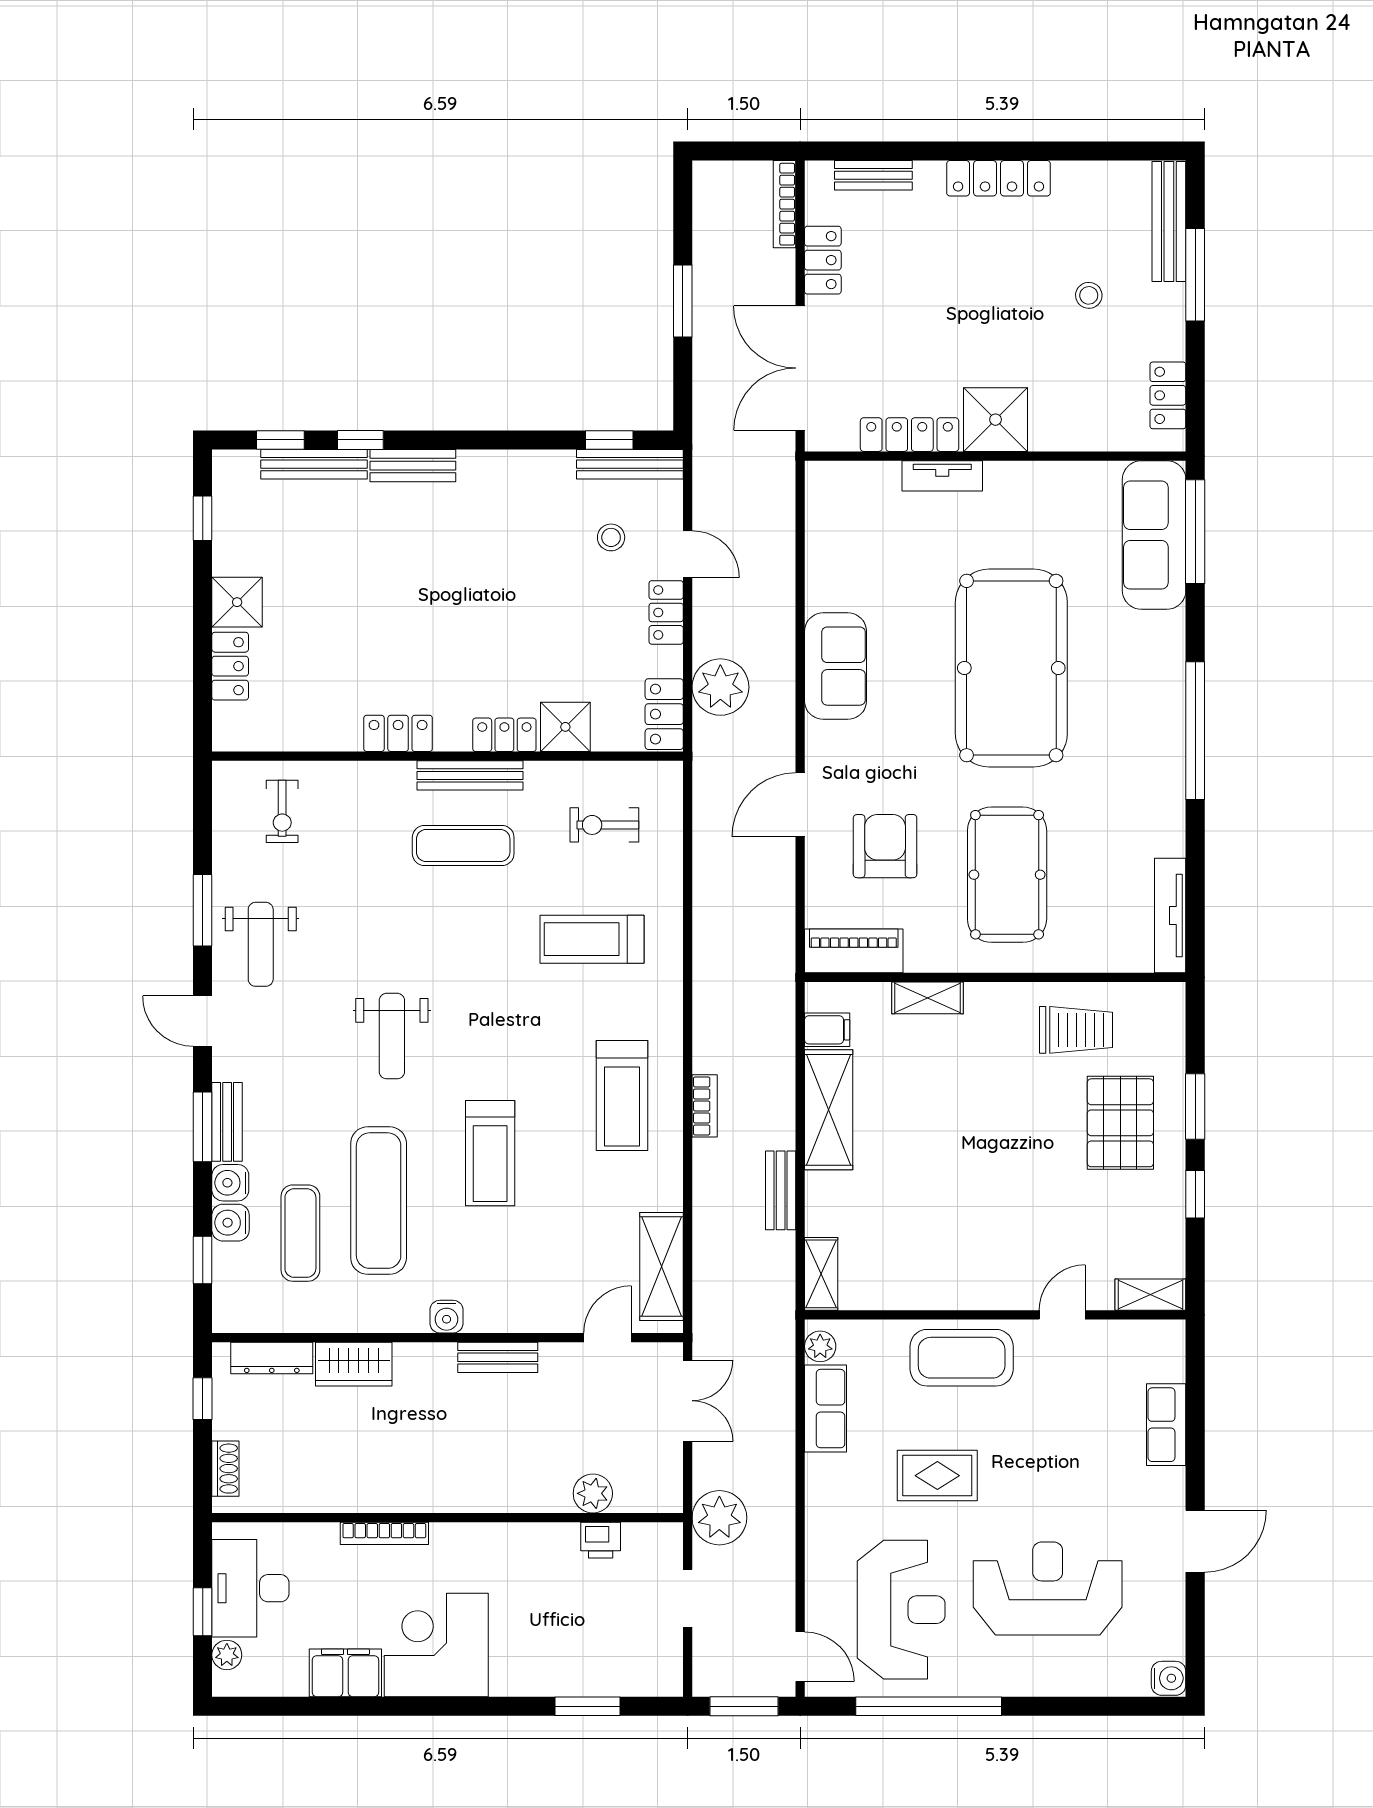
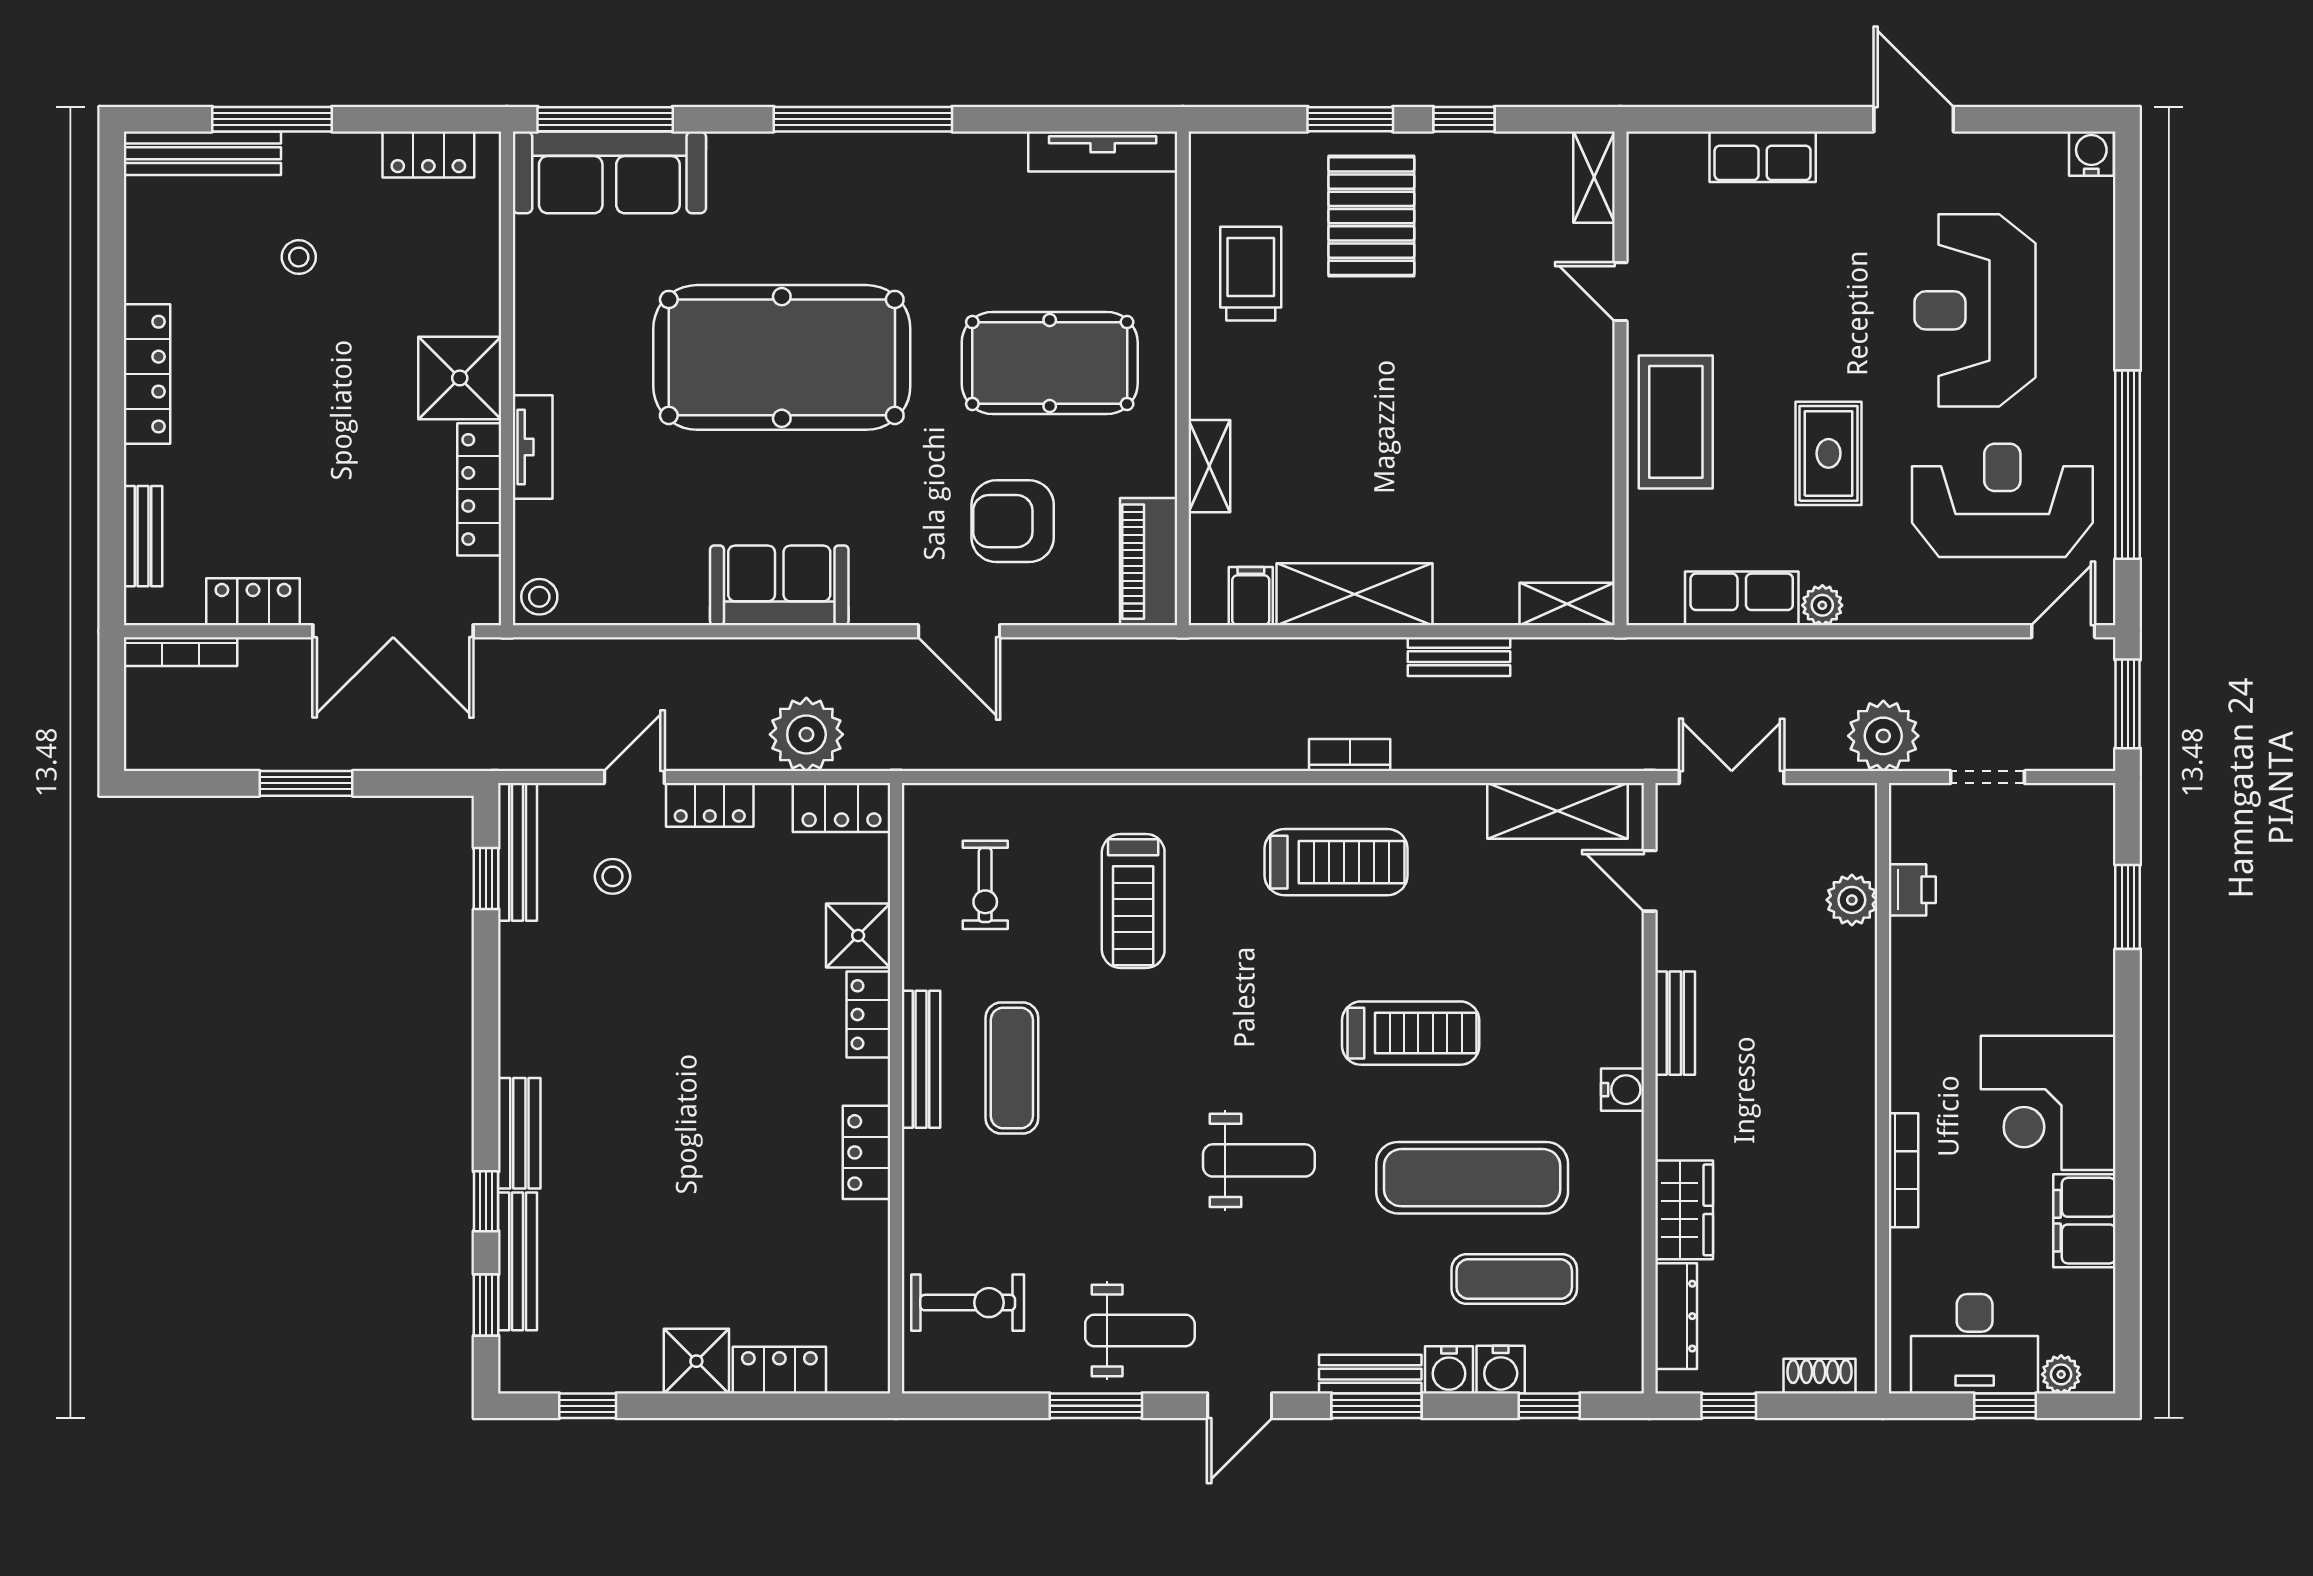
stool: (827, 481) -> (539, 597), added
exercise bike: (282, 811) -> (968, 1303), width x1.38, depth x1.39
pallet: (1120, 1123) -> (1371, 216), turned 90
plant: (820, 1346) -> (1822, 605), moved

